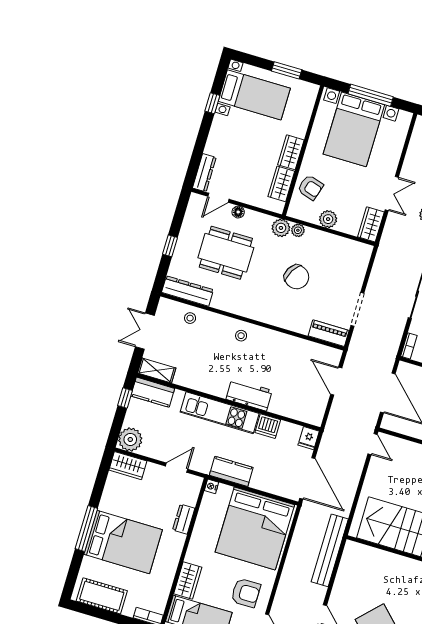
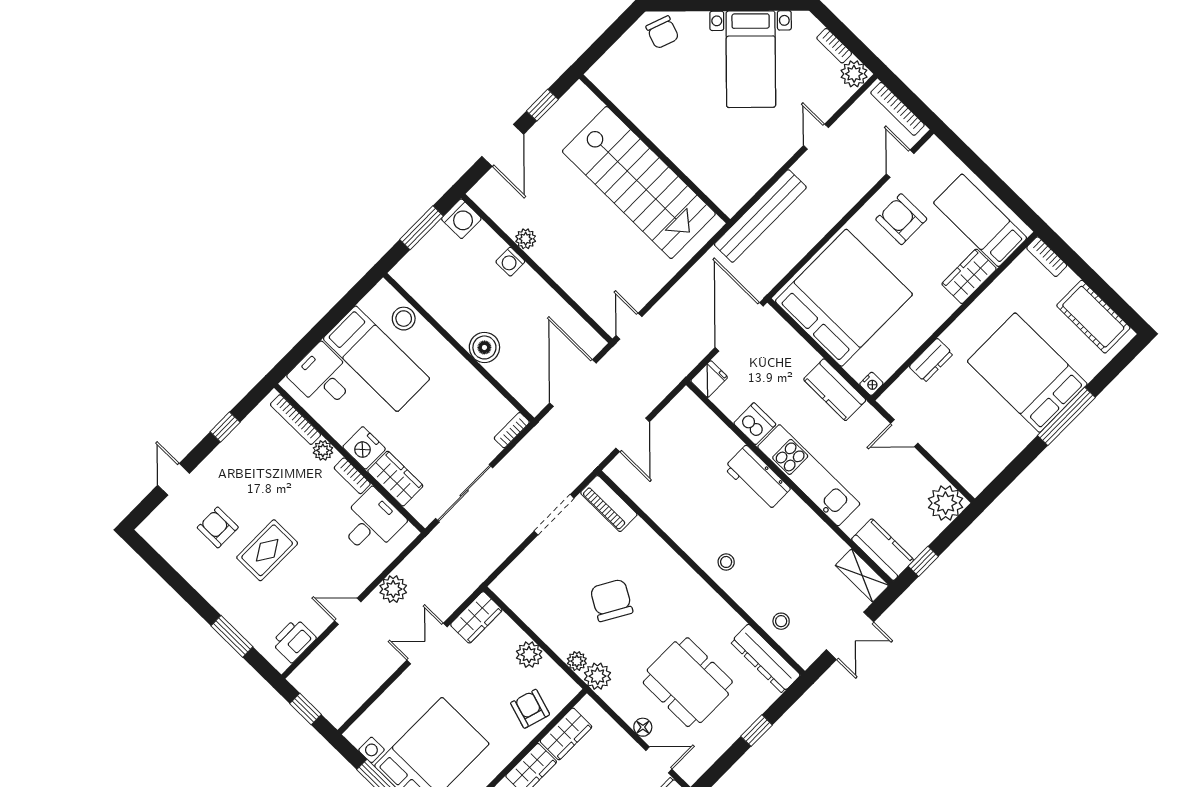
wardrobe: (128, 466) -> (967, 470), removed

